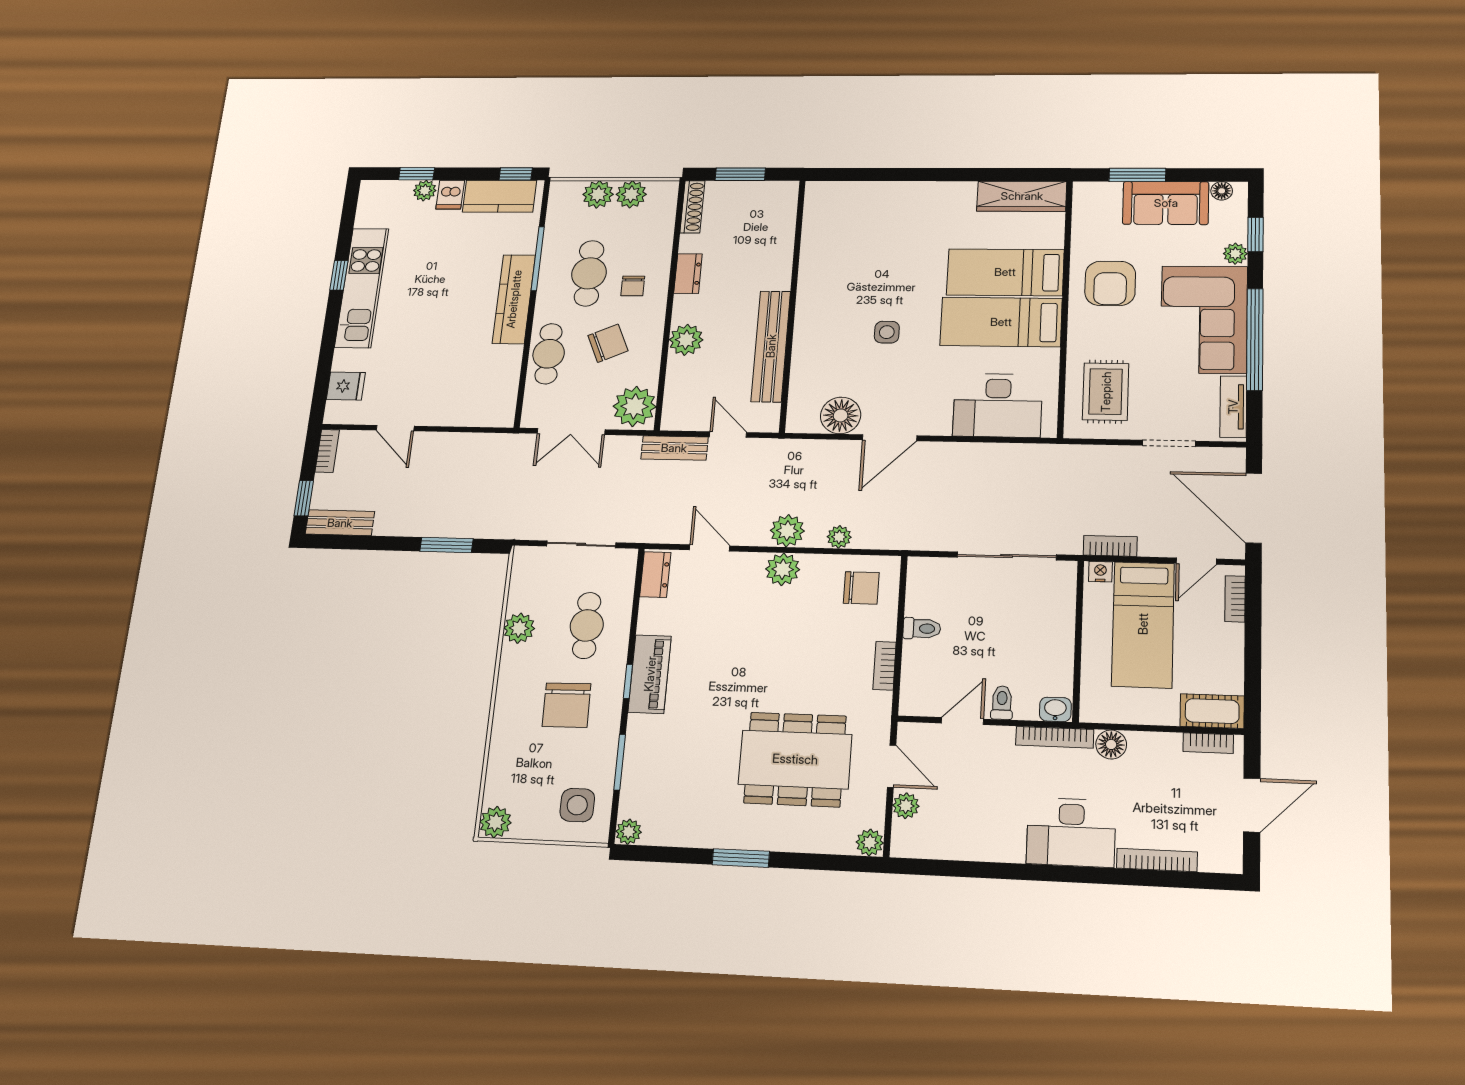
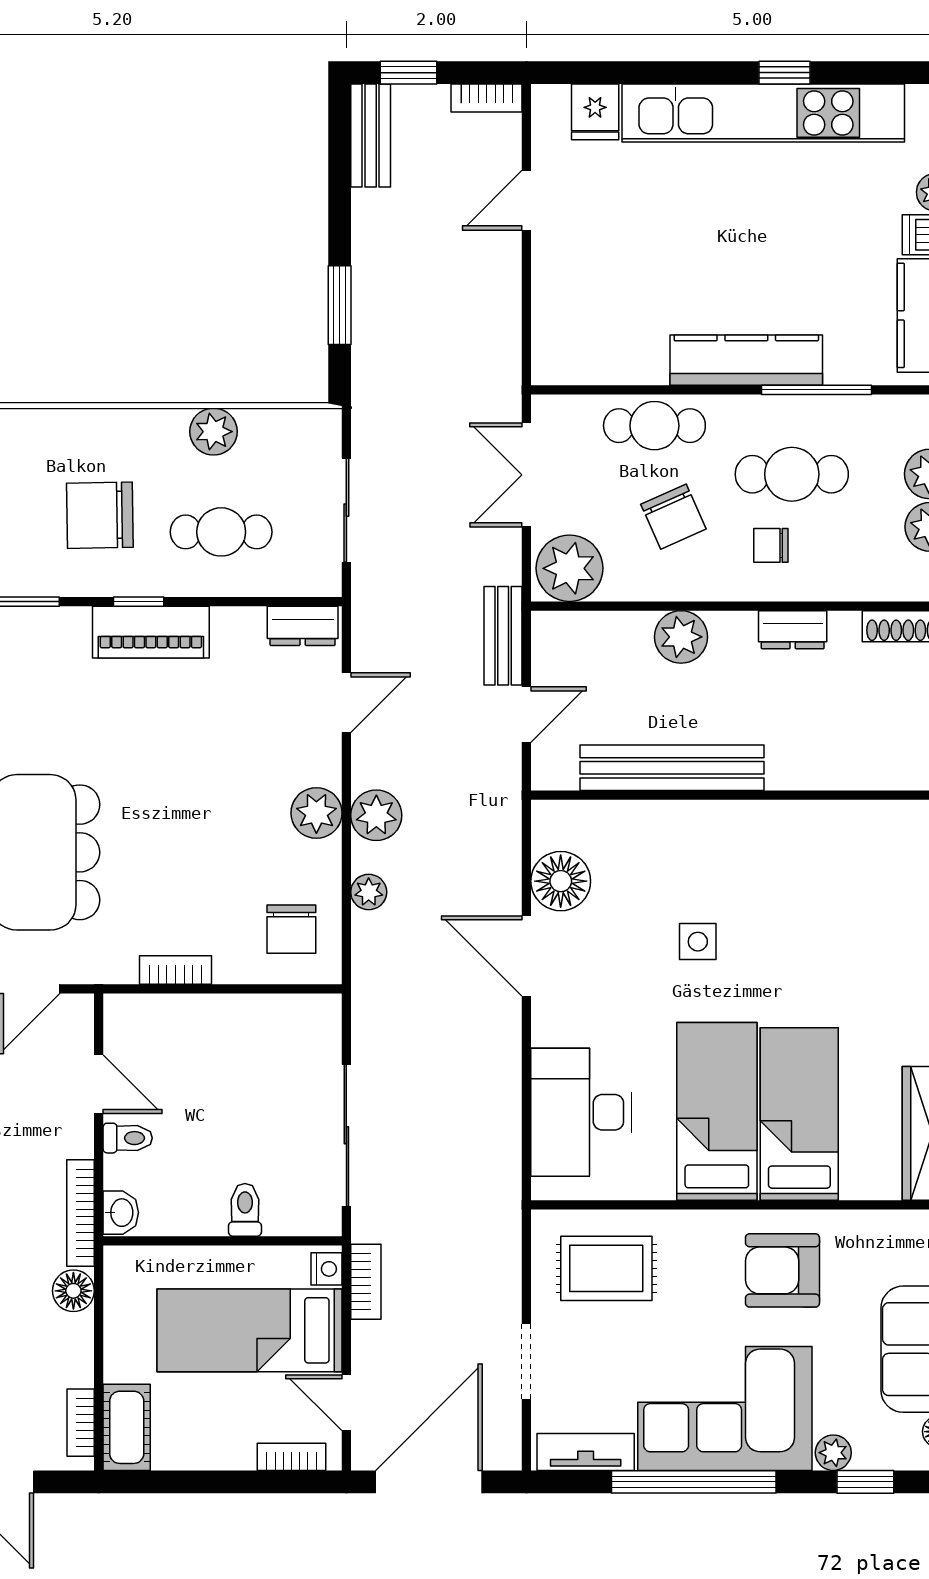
kitchen unit: (362, 288) -> (763, 113), width x1.36
toilet: (922, 628) -> (245, 1210), moved, turned 180

